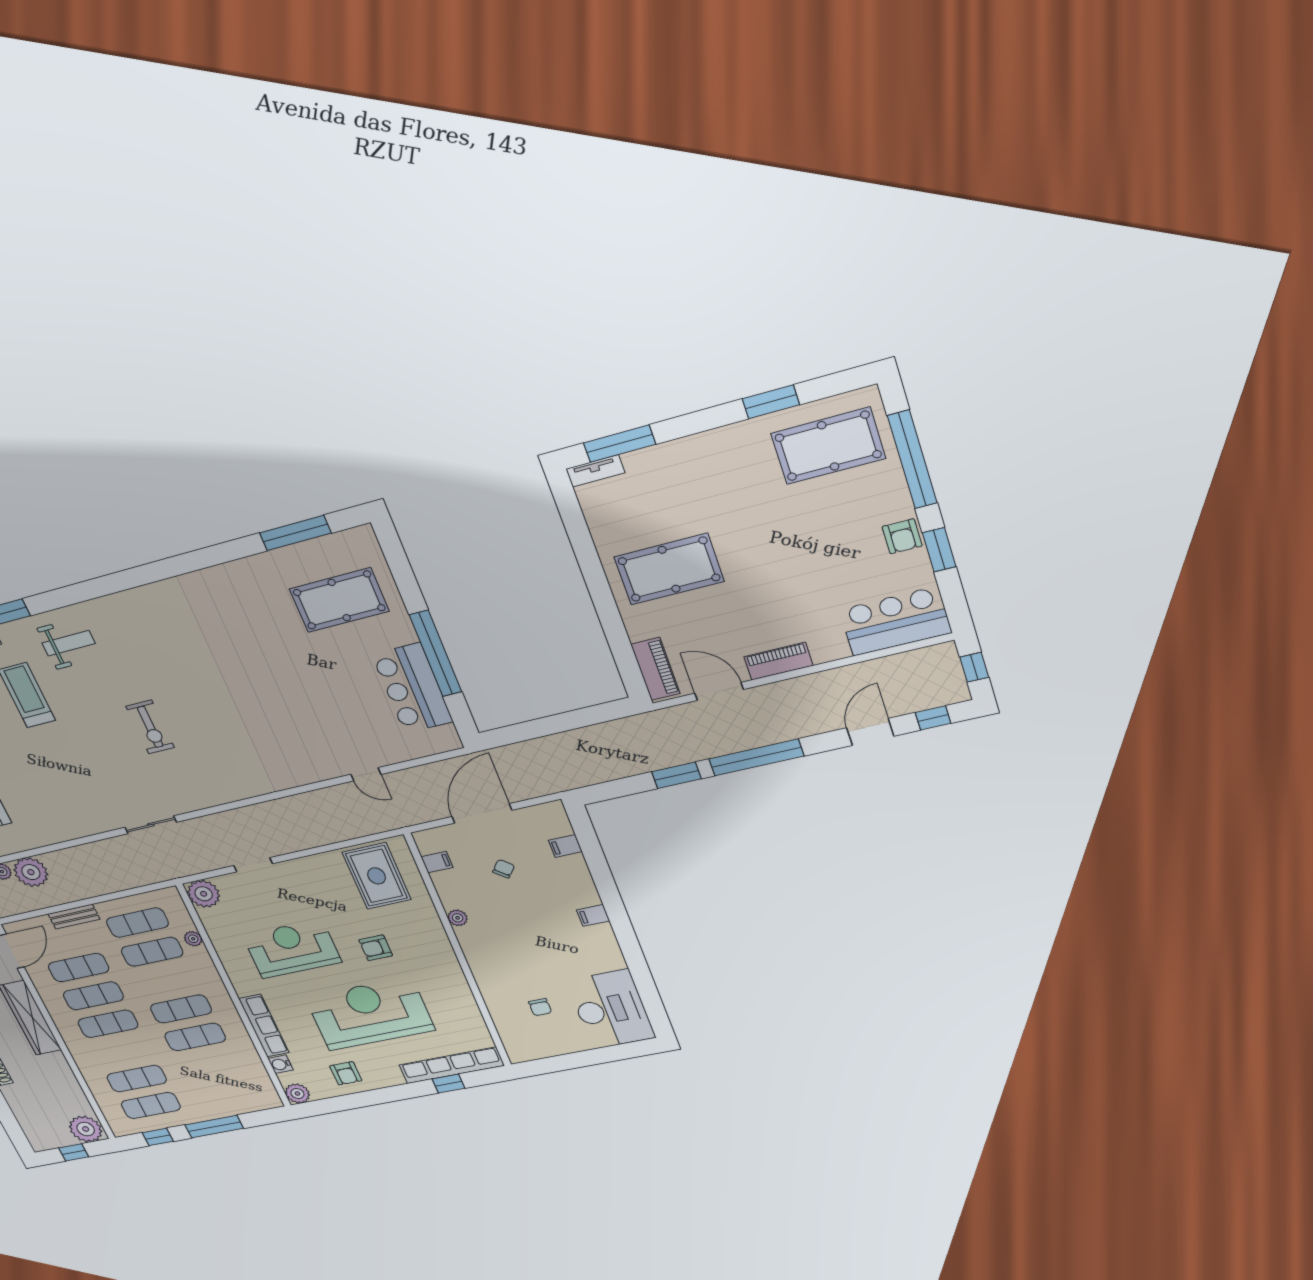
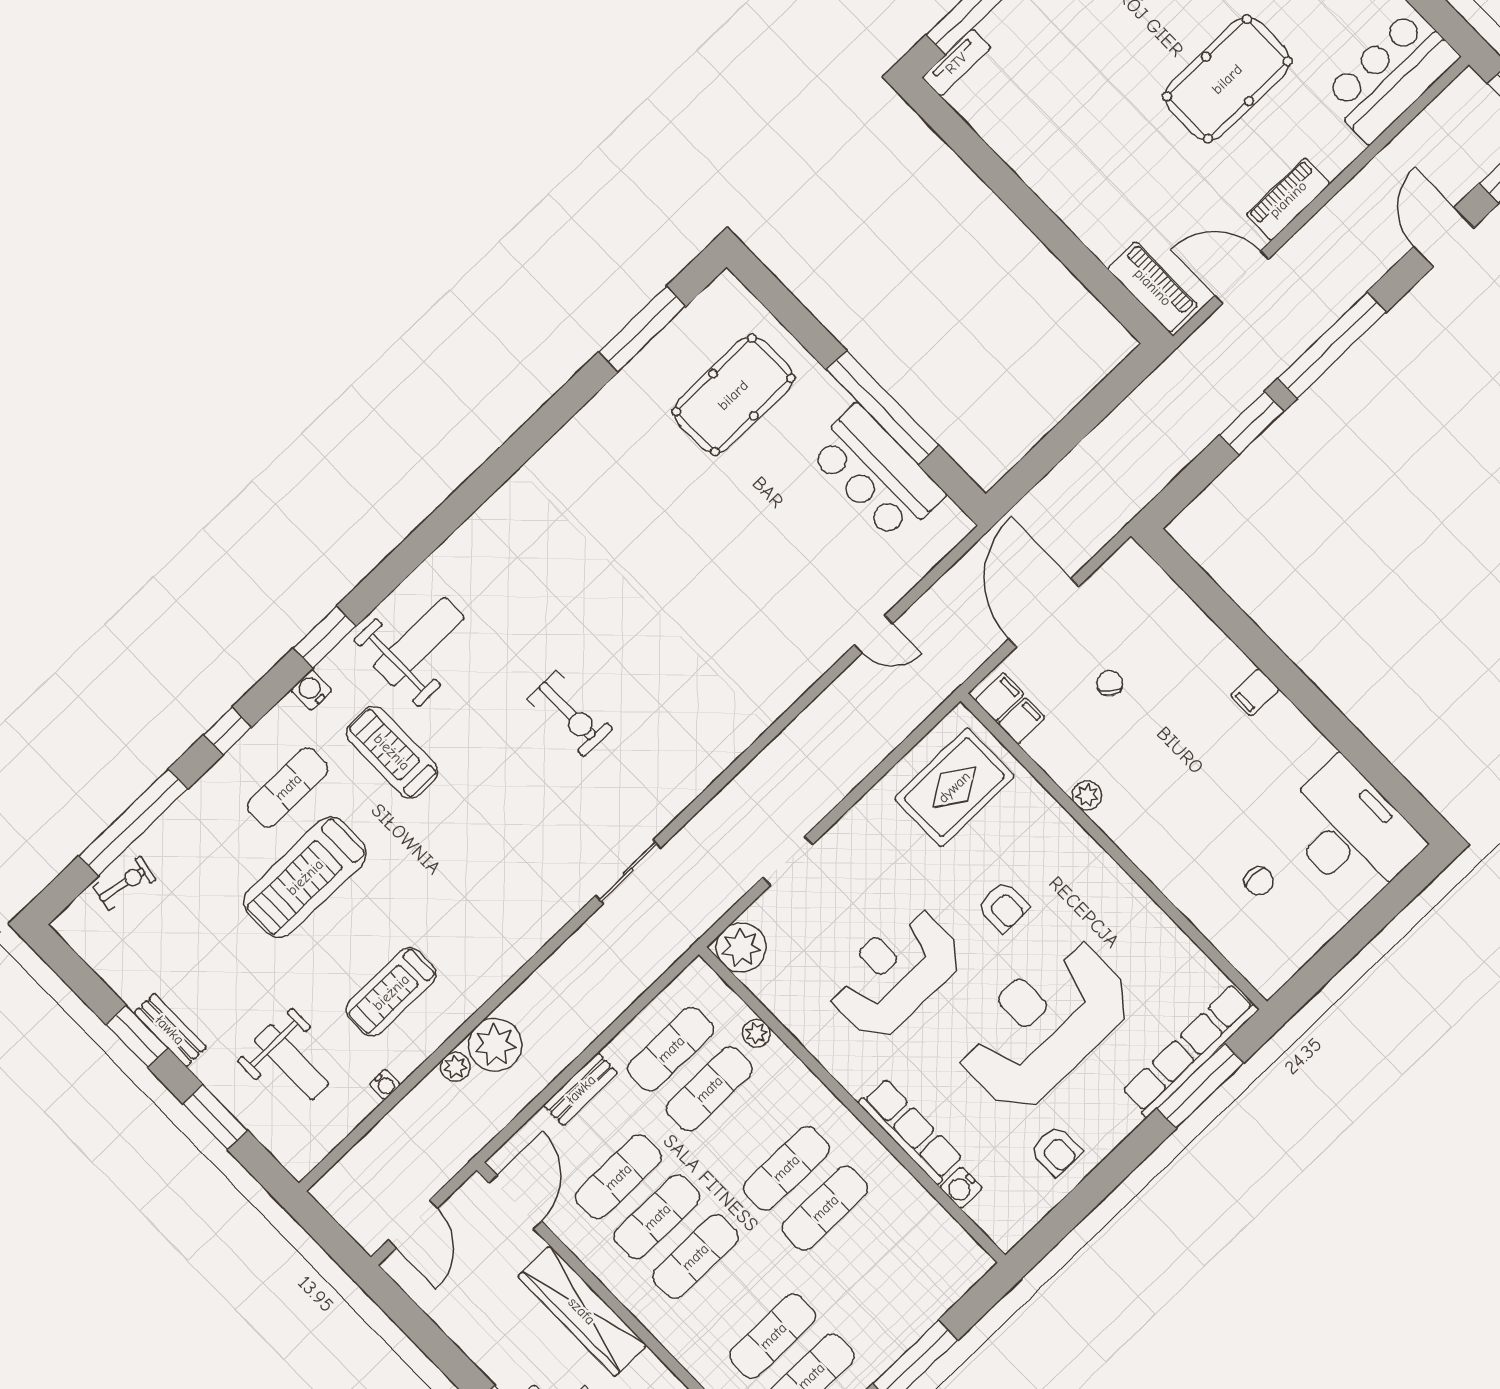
pool table: (669, 569) -> (1227, 79), moved
weight bench: (68, 643) -> (419, 642), width x1.36, depth x1.33
filing cabinet: (565, 846) -> (999, 697), moved, turned 180
rug: (377, 876) -> (954, 787), turned 90
armchair: (376, 948) -> (1003, 907), turned -90
window: (448, 1084) -> (1200, 1086), width x2.17
plant: (297, 1094) -> (1006, 1228), removed

